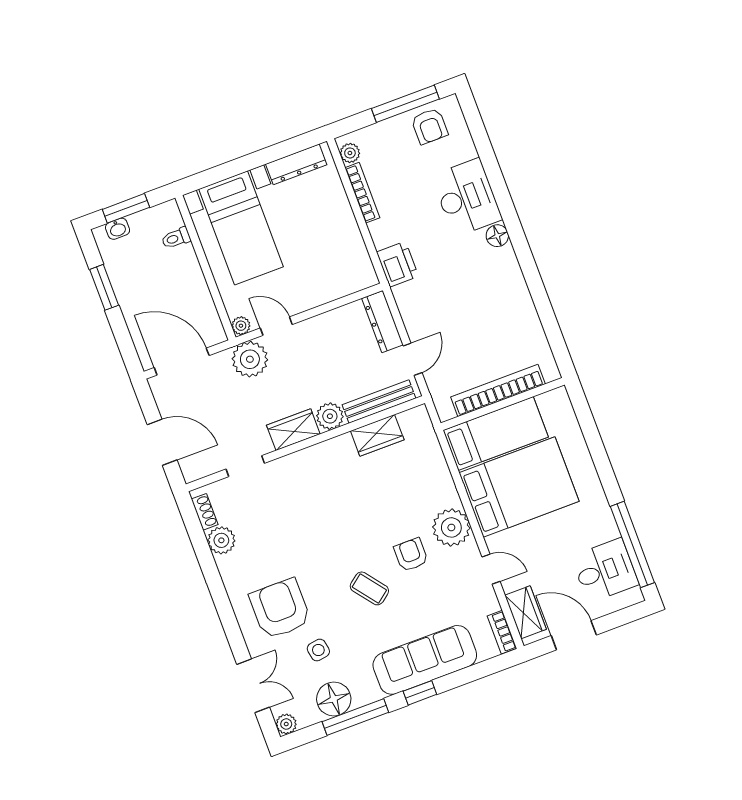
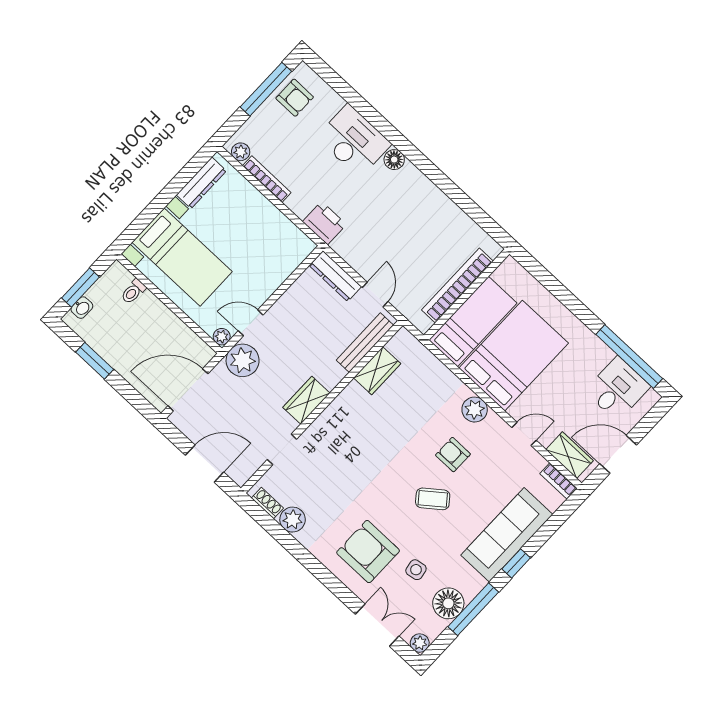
plant: (330, 416) -> (331, 374), removed
plant: (451, 527) -> (475, 410), width x0.73, depth x0.73

